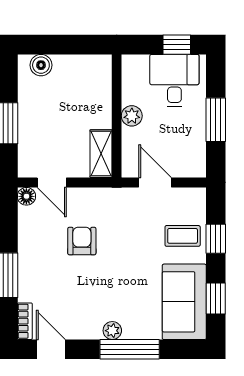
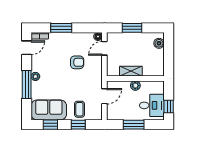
shelving: (101, 154) -> (131, 71), moved

